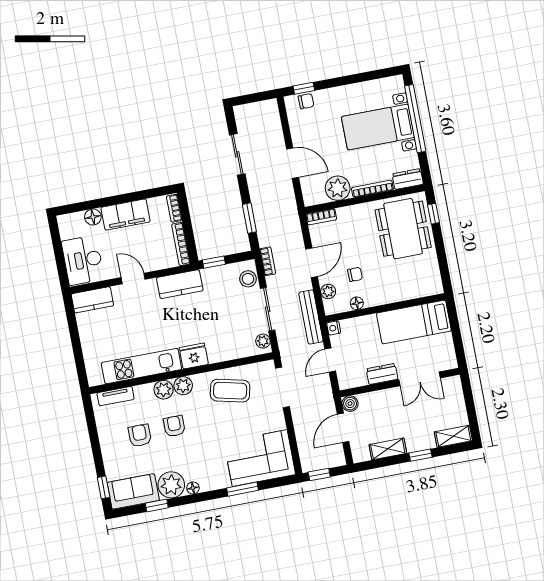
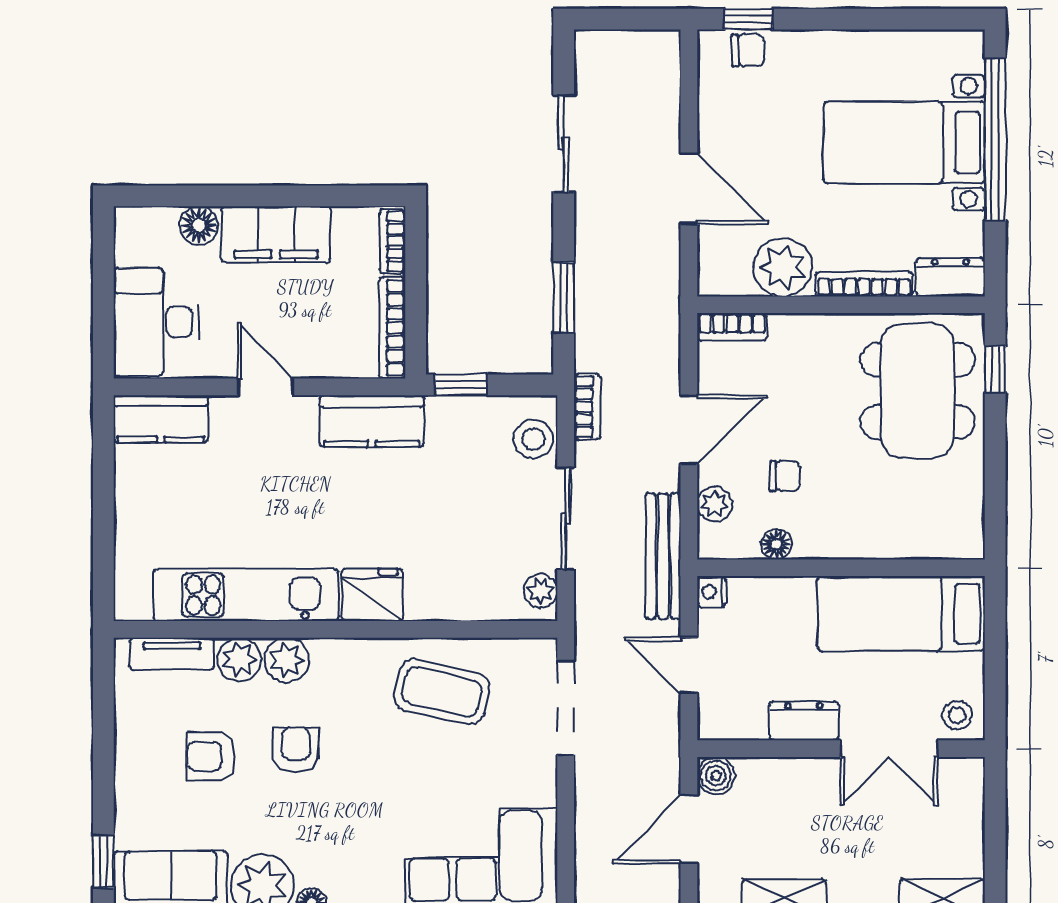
door: (330, 360) -> (689, 665), hinge flipped
stool: (445, 360) -> (957, 715), added
plant: (183, 386) -> (239, 659), moved
armchair: (140, 435) -> (211, 756), turned -90

